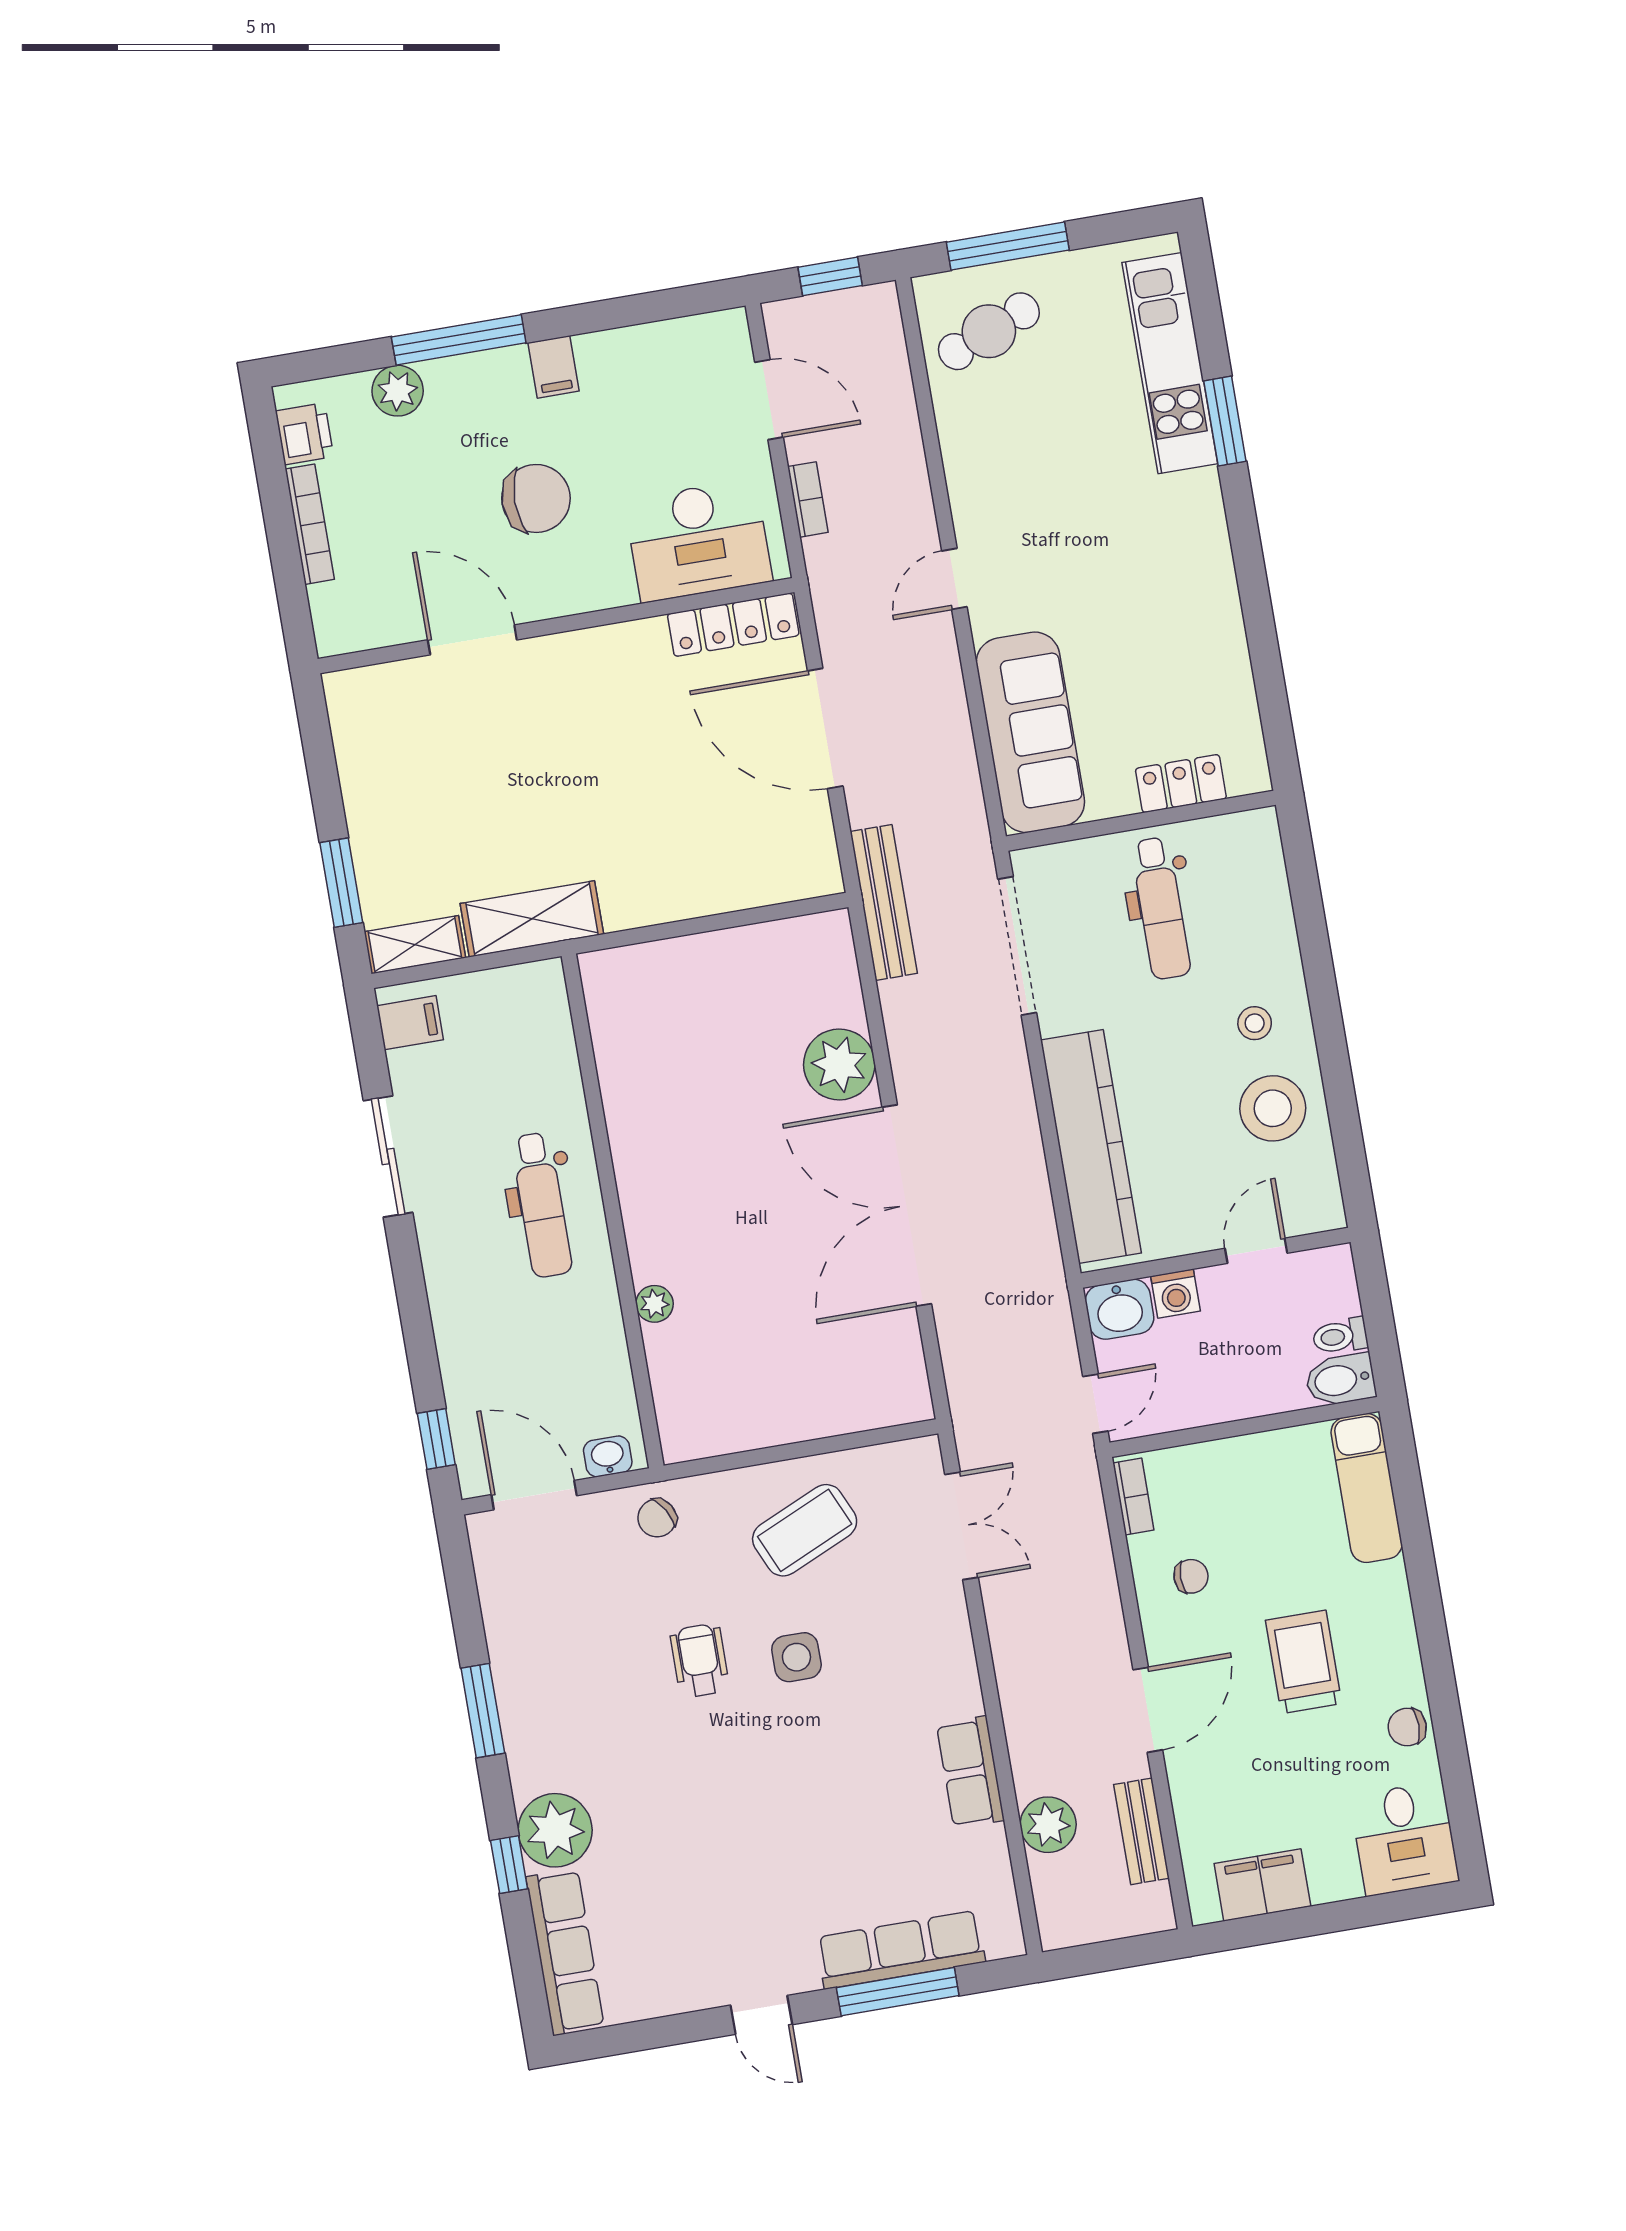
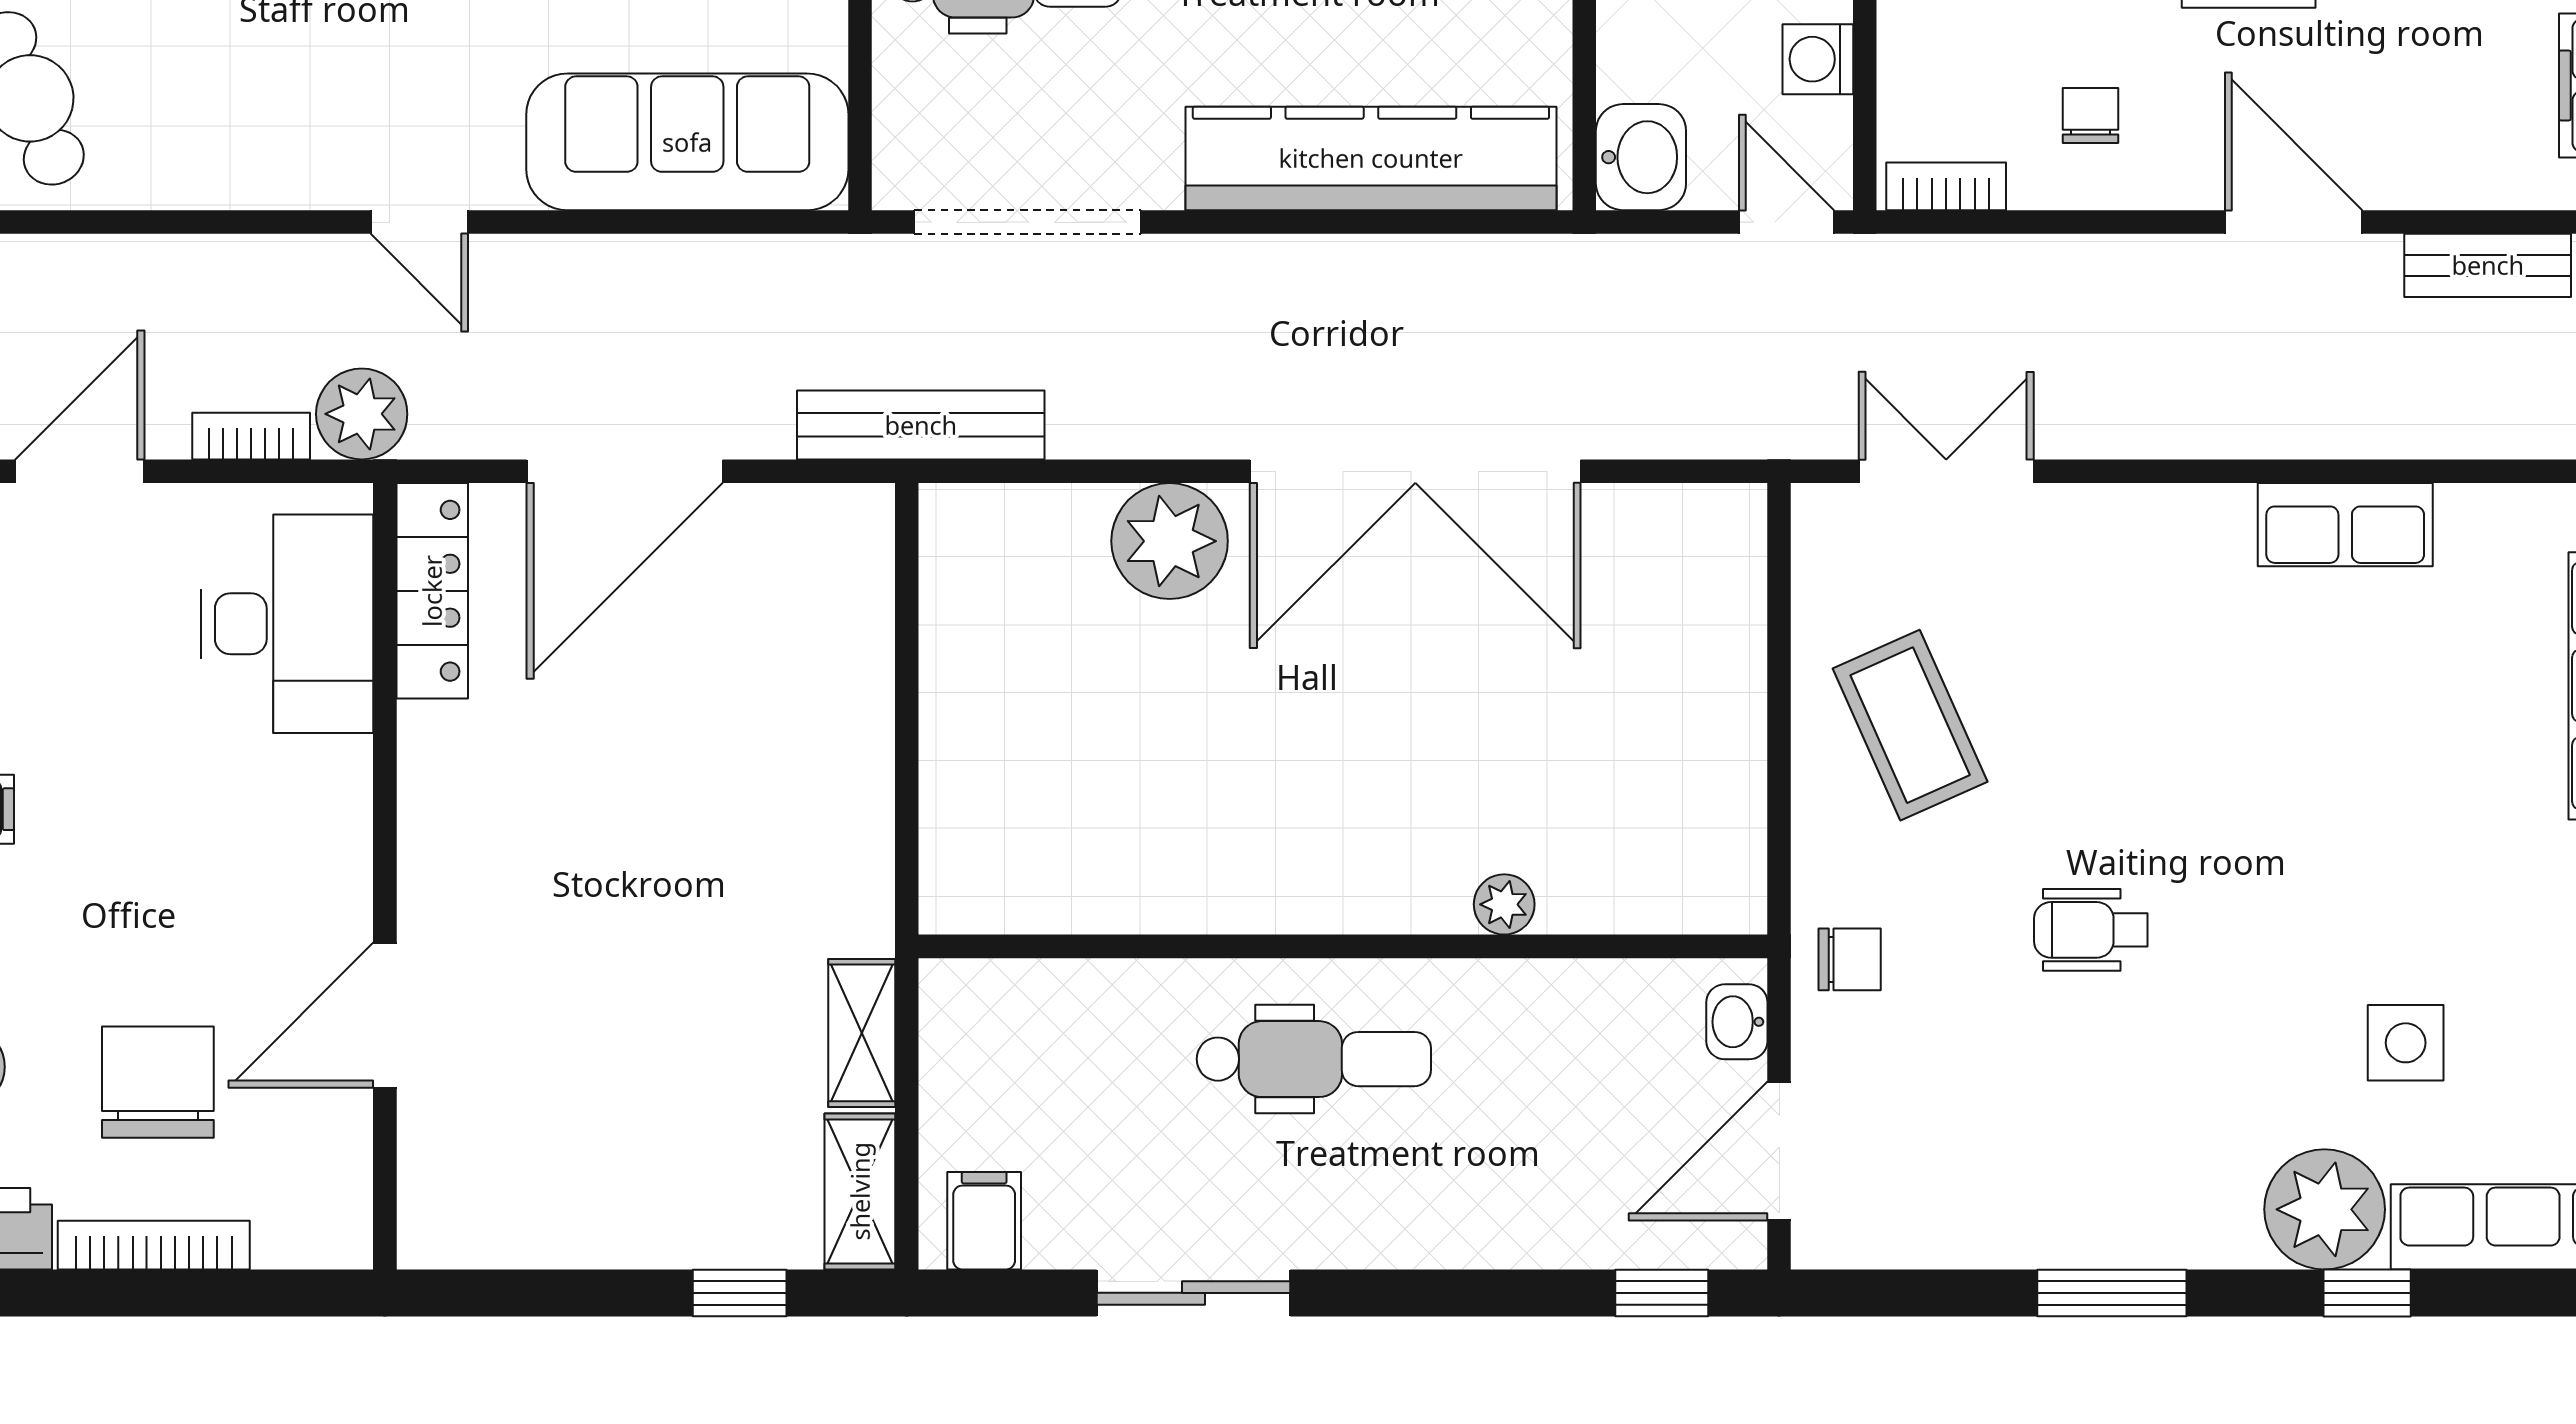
chair: (536, 498) -> (158, 1082), moved
window: (341, 883) -> (740, 1293), width x0.67
shelving: (532, 919) -> (862, 1033), width x0.67, depth x0.75
washing machine: (1176, 1294) -> (1818, 59), moved, turned 180
chair: (657, 1518) -> (1850, 959), turned -59
side table: (796, 1657) -> (2406, 1043), moved
plant: (1048, 1825) -> (362, 414), moved

